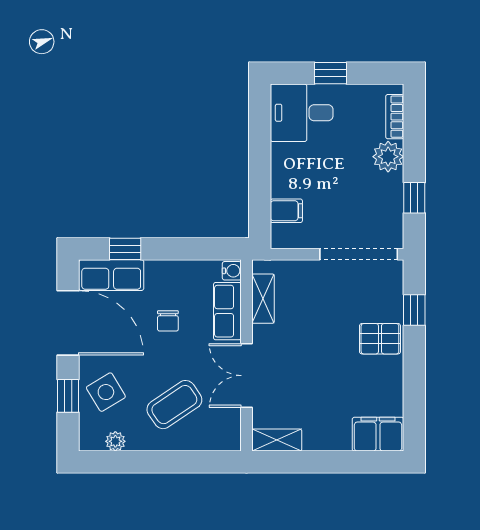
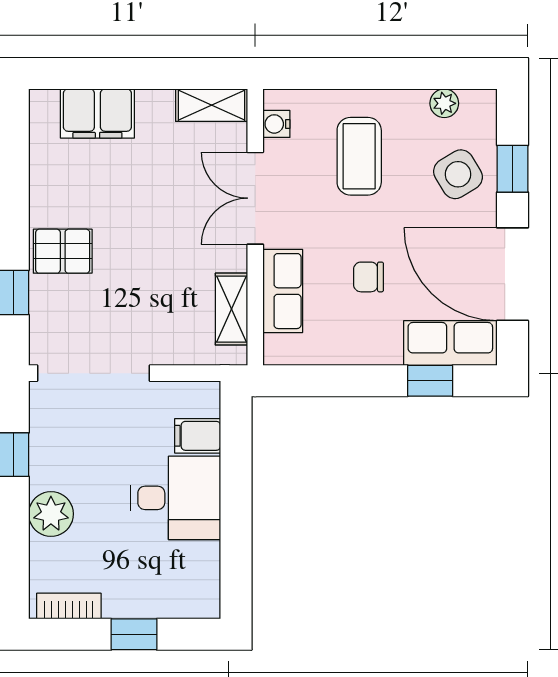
desk: (302, 113) -> (176, 498), moved
bookcase: (395, 117) -> (69, 606), moved, turned -90
water cooler: (232, 271) -> (276, 124), moved
chair: (168, 321) -> (369, 277), turned -90
double door: (246, 376) -> (255, 198), swing flipped
coffee table: (174, 405) -> (359, 156), turned -56
filing cabinet: (378, 434) -> (97, 114), moved

